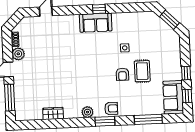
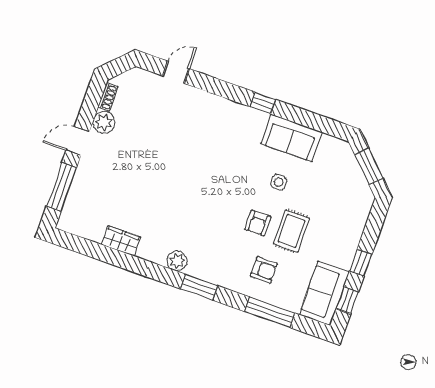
sofa: (96, 23) -> (291, 138), moved
armchair: (111, 108) -> (264, 270), moved

